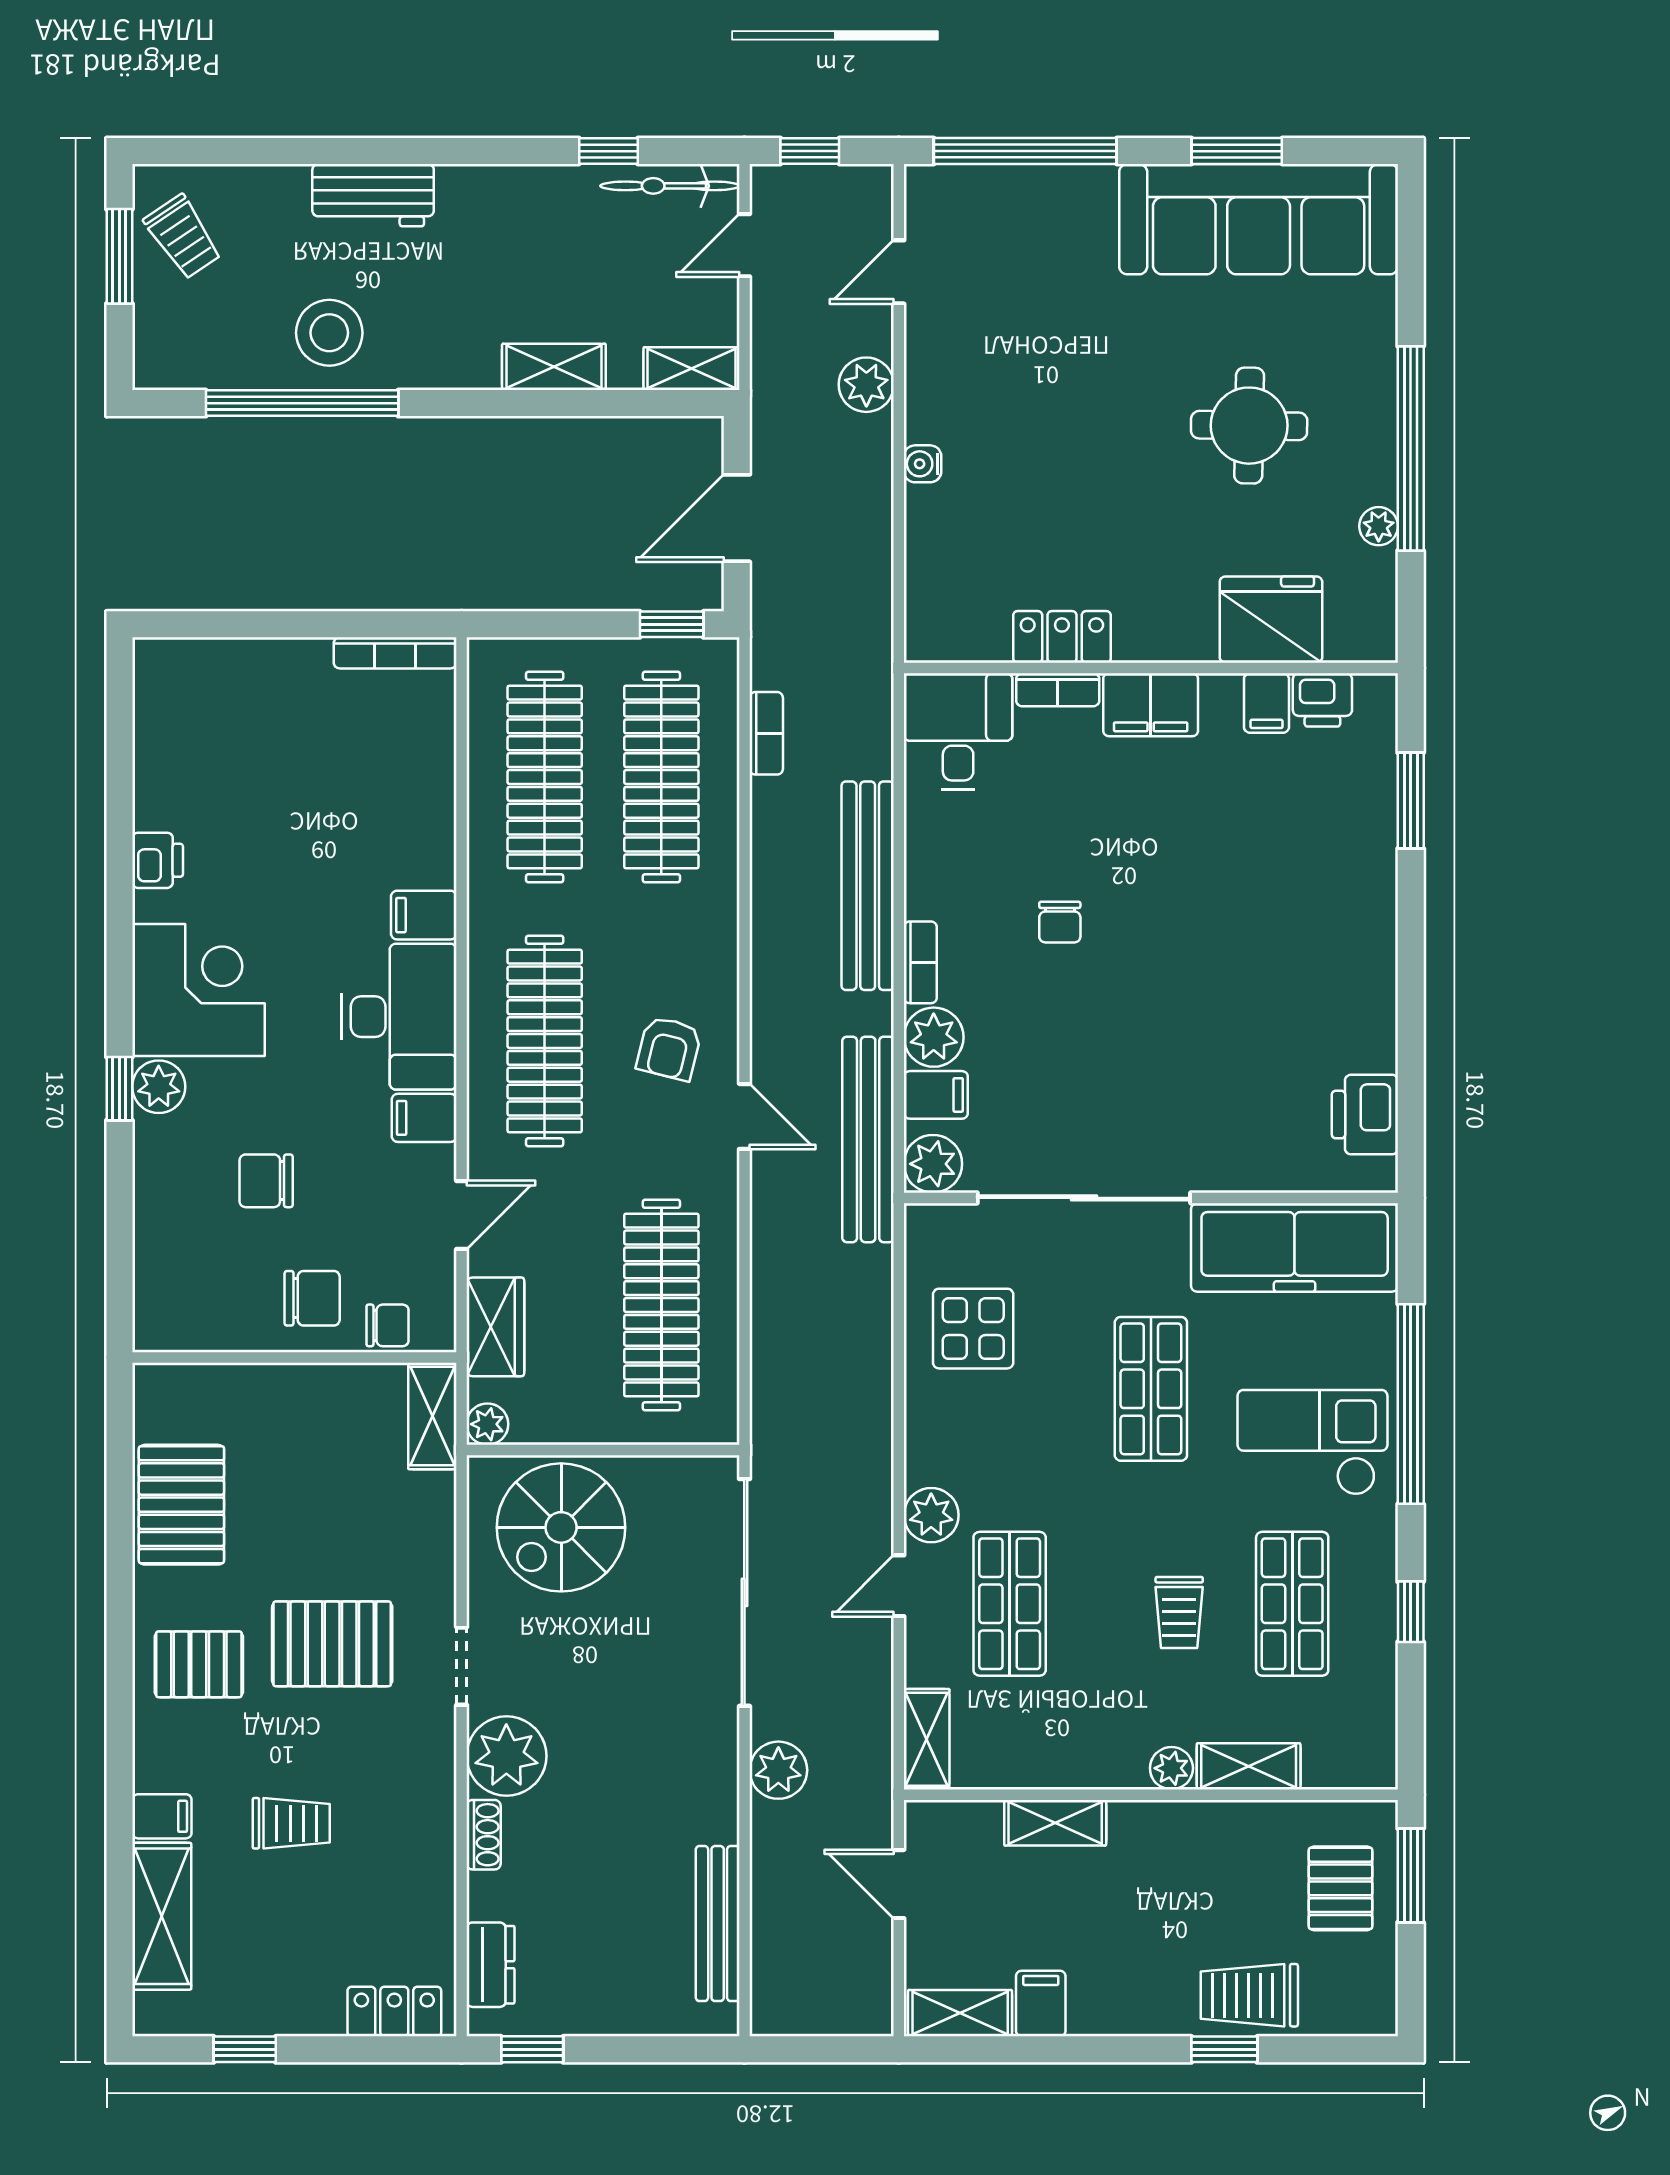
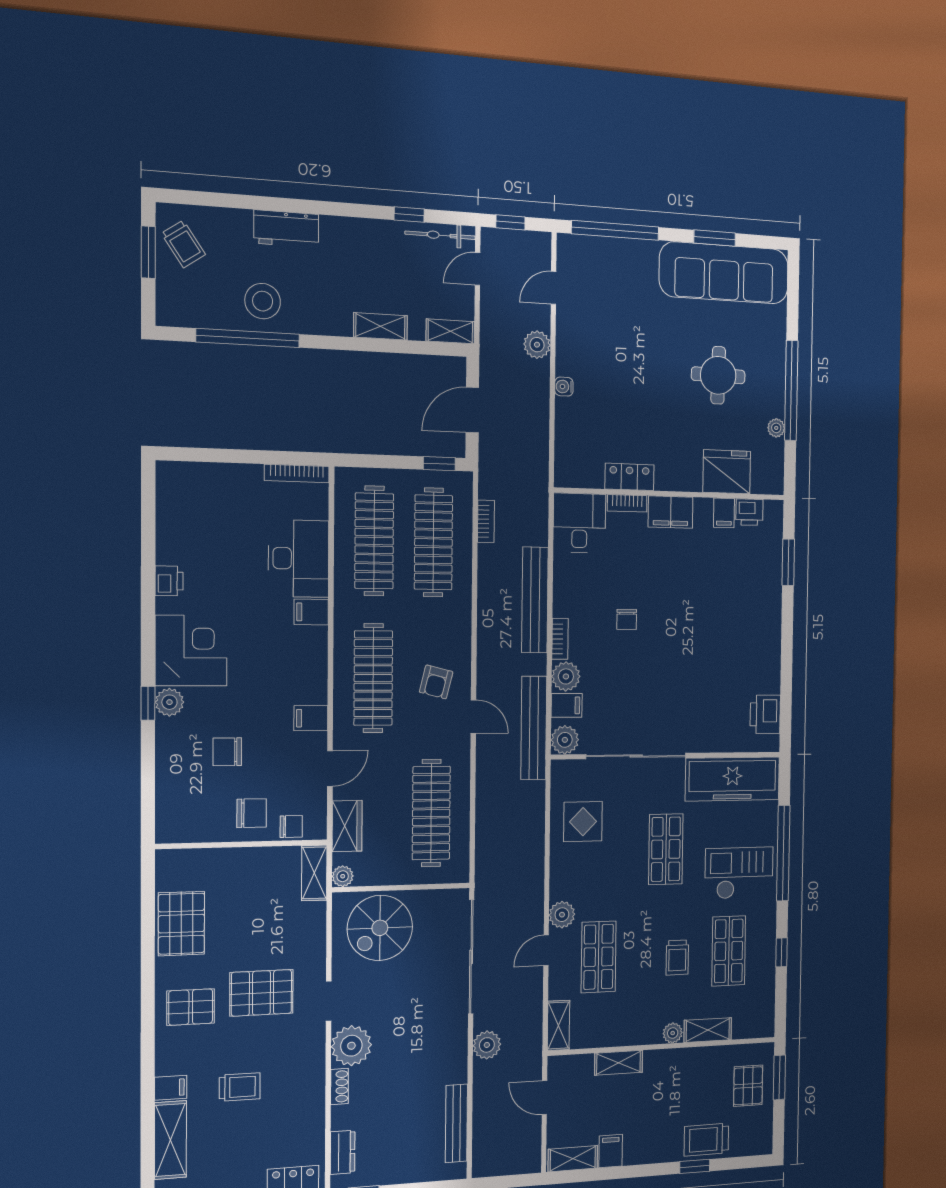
desk: (399, 1017) -> (298, 558), moved

